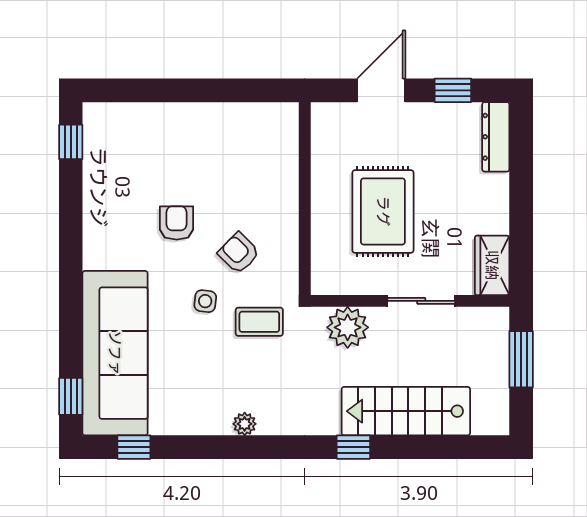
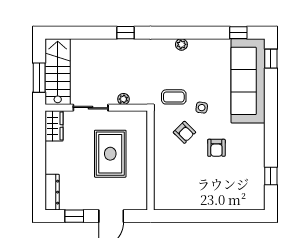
window: (71, 142) -> (271, 176), moved
plant: (348, 327) -> (123, 99), width x0.53, depth x0.53
stairs: (406, 411) -> (58, 72), moved, turned -90

